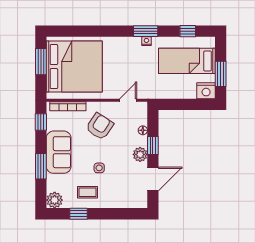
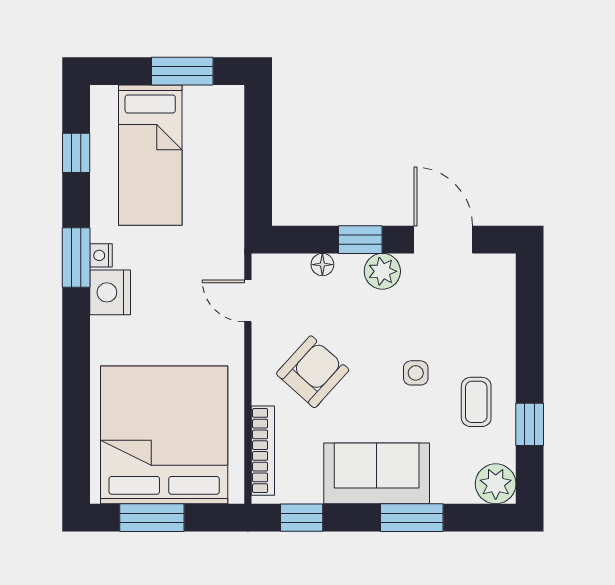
nightstand: (206, 91) -> (110, 292), moved, turned 180
armchair: (100, 126) -> (313, 372), turned 99

